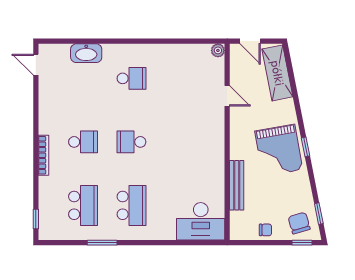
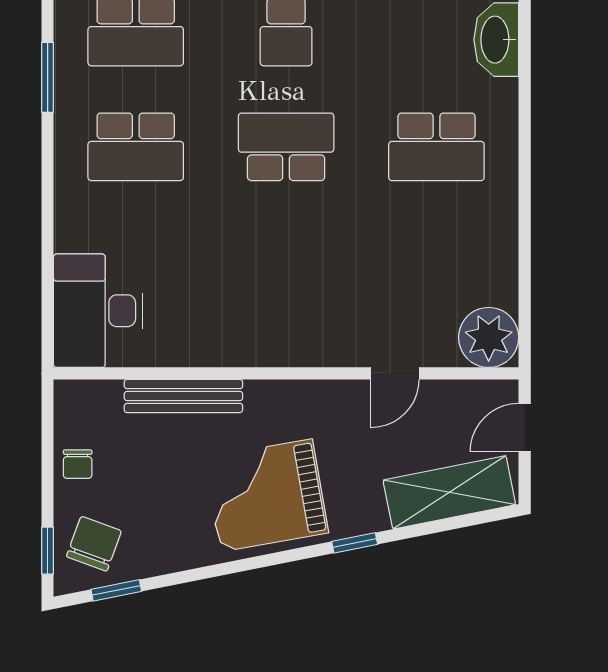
plant: (218, 50) -> (489, 337), width x1.88, depth x1.88
school desk: (131, 78) -> (436, 147), width x1.85
school desk: (131, 142) -> (286, 147), width x1.85
window: (306, 147) -> (355, 543), moved
chair: (299, 223) -> (94, 544), turned -54

